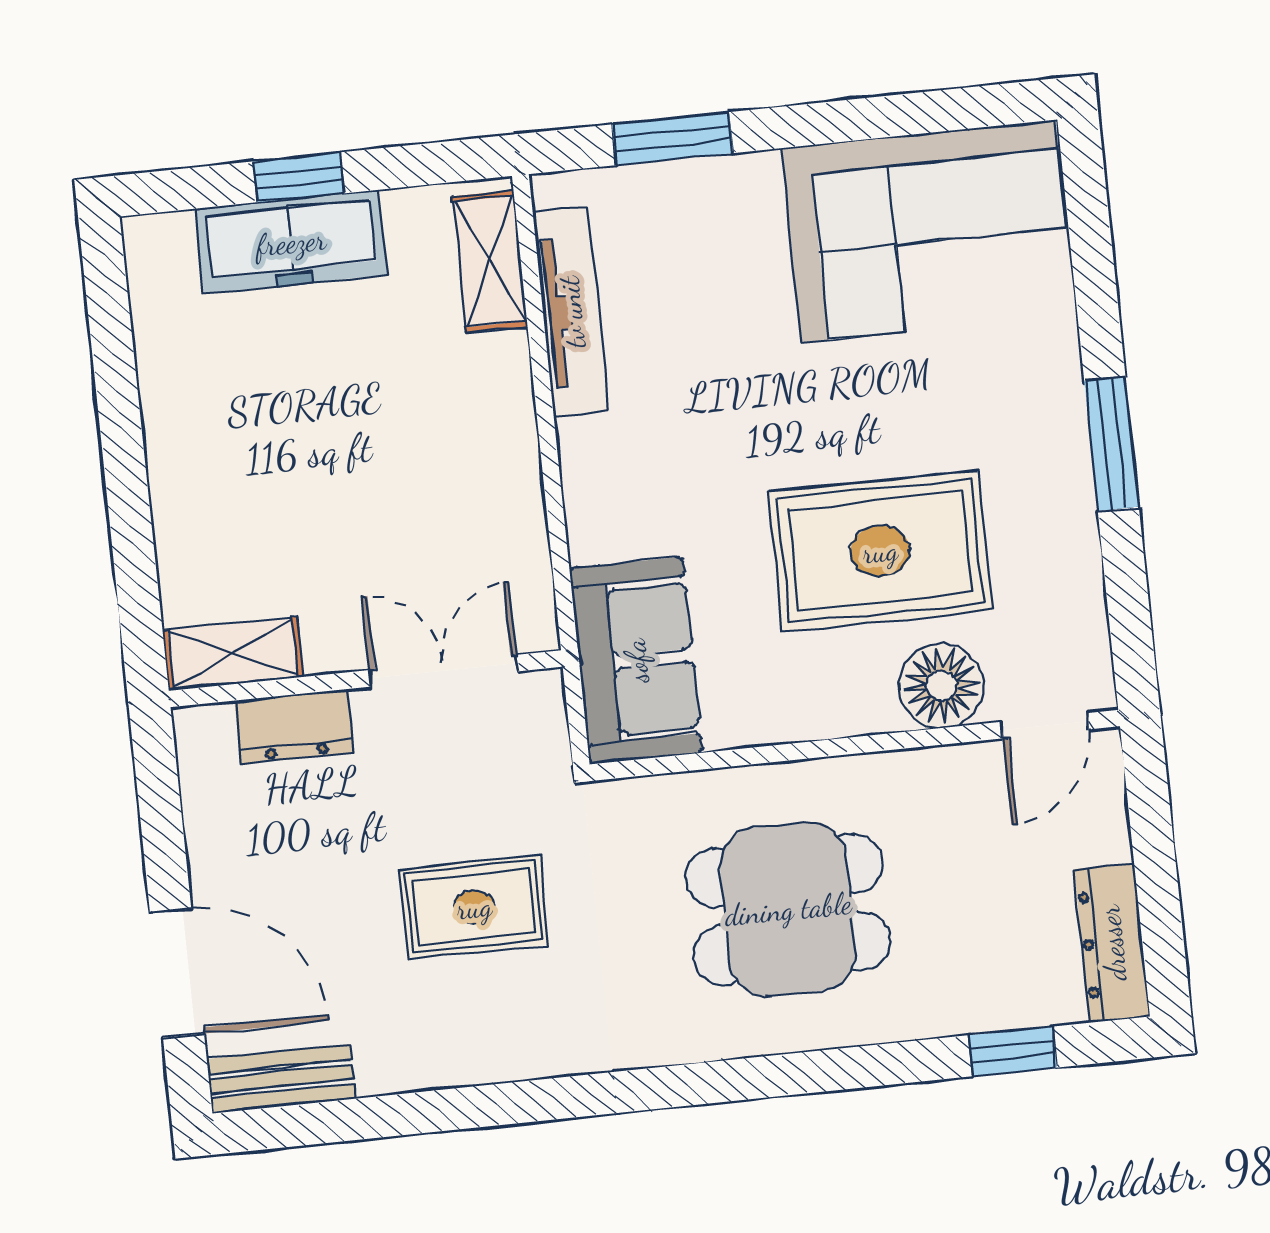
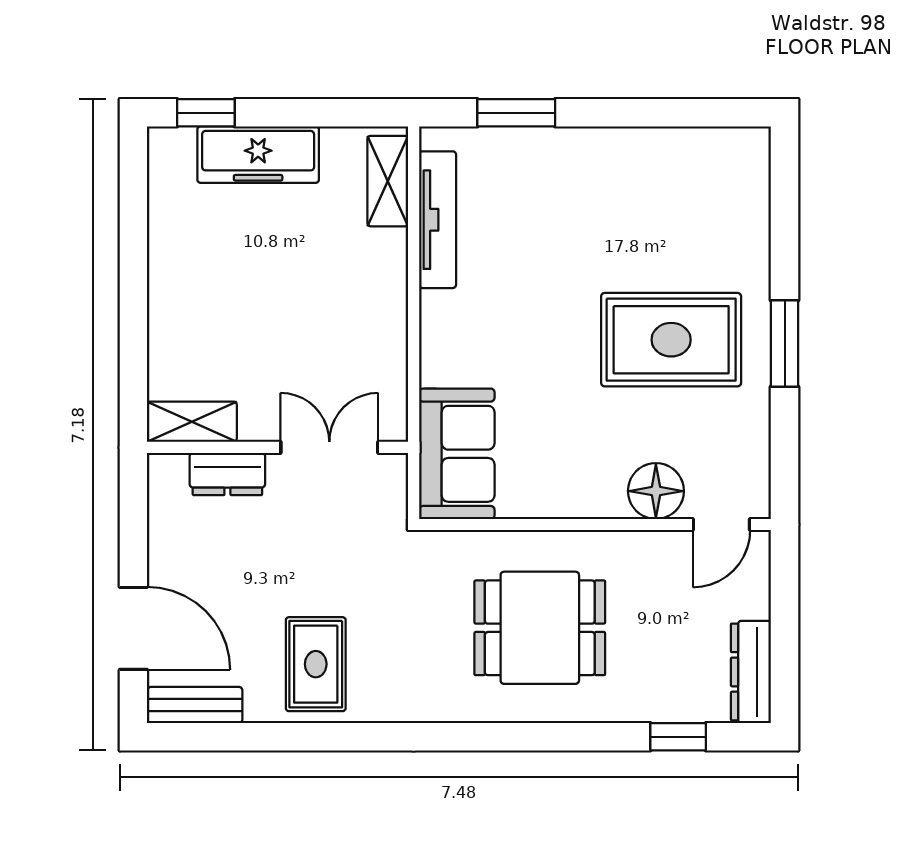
window: (299, 177) -> (206, 113), moved
corner sofa: (928, 231) -> (678, 191), removed
rug: (880, 551) -> (671, 340), moved
rug: (474, 907) -> (316, 664), moved, turned 90

